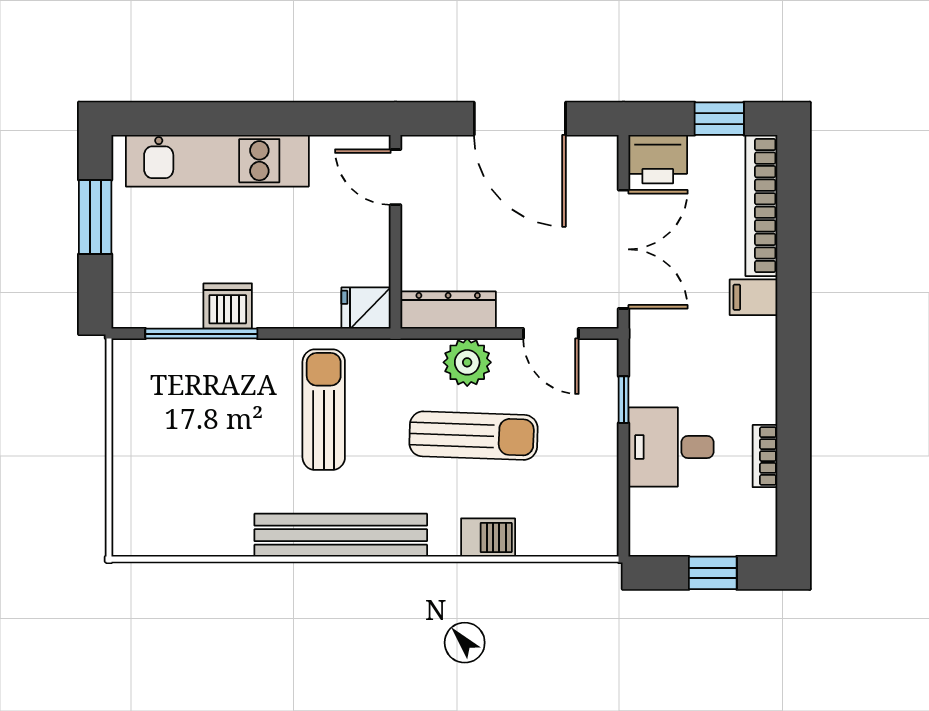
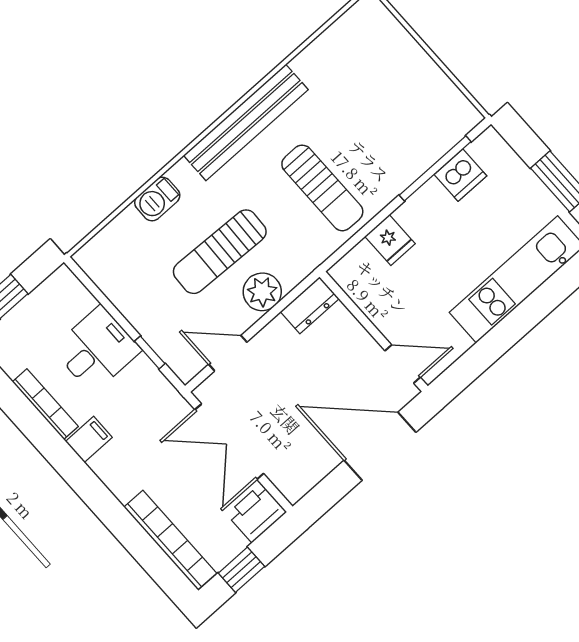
door: (520, 119) -> (380, 446), moved
filing cabinet: (754, 297) -> (89, 439), moved
dishwasher: (228, 306) -> (460, 175), moved
fridge: (366, 308) -> (390, 240), moved, turned 90
dresser: (448, 310) -> (310, 305), width x0.70
bookcase: (765, 456) -> (45, 404), width x1.56

